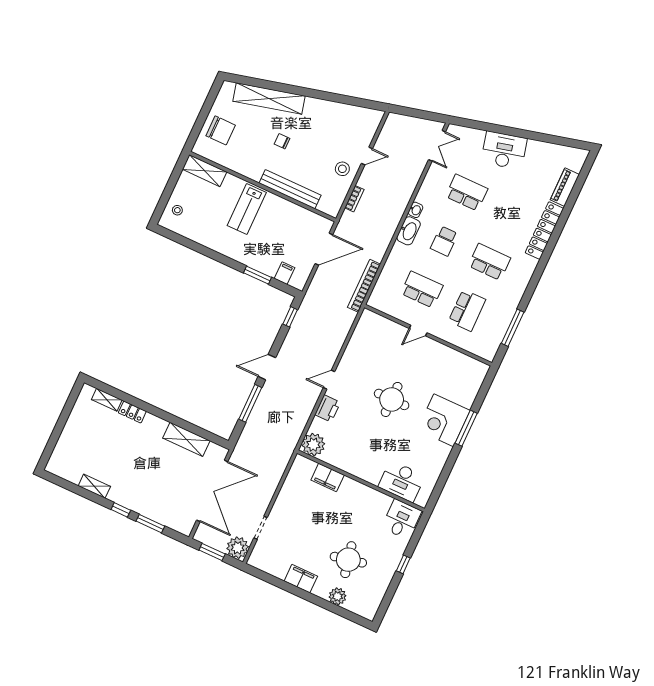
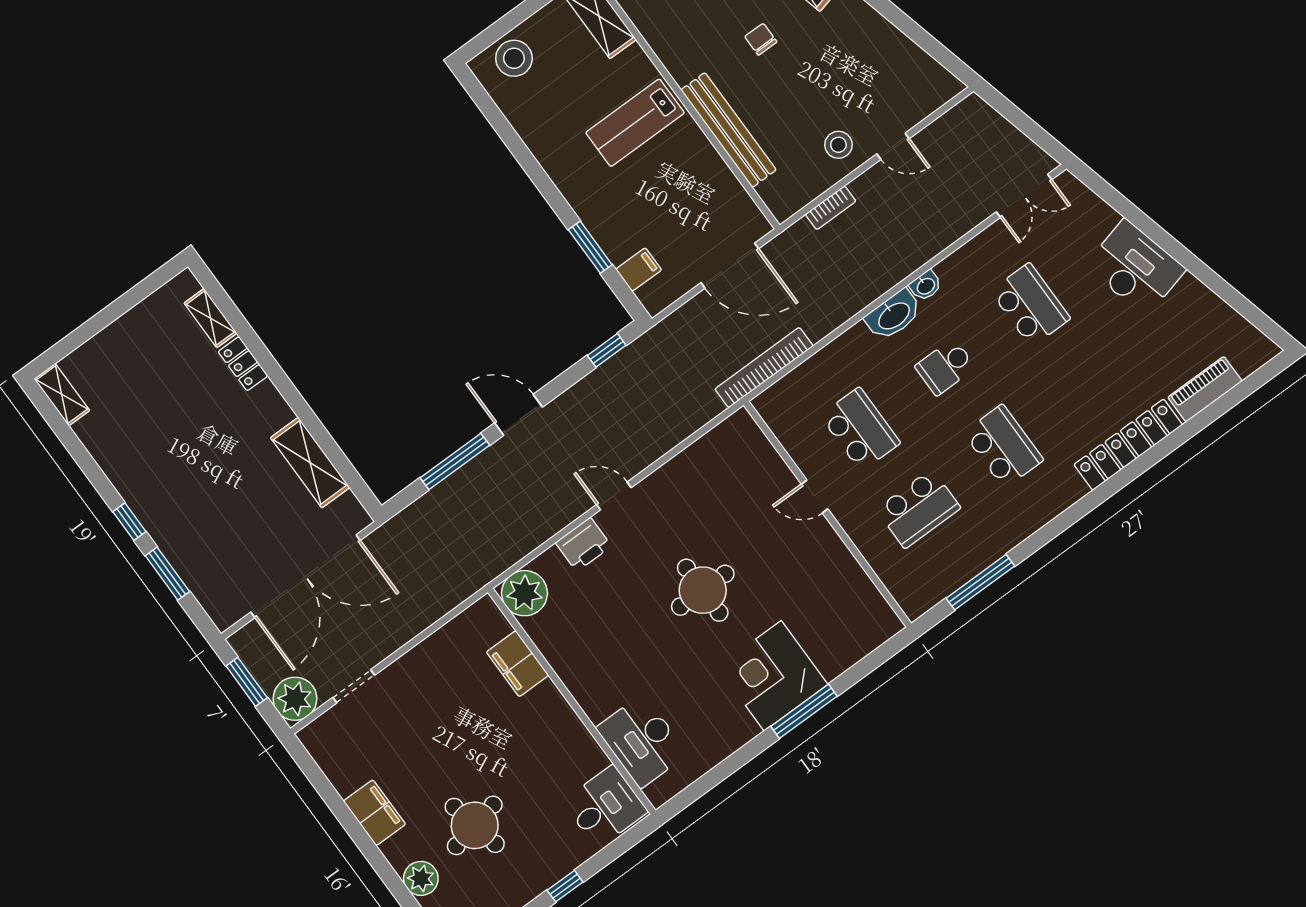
stool: (177, 210) -> (514, 58), width x1.89, depth x1.89
shelving: (94, 486) -> (62, 395), moved

